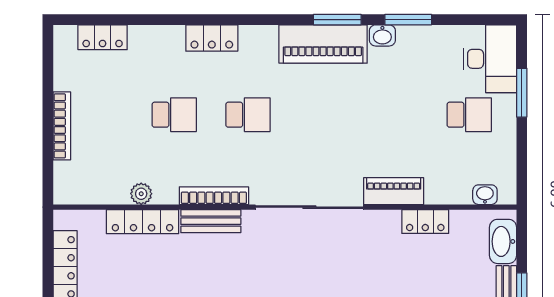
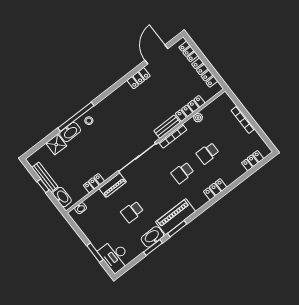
washbasin: (382, 35) -> (152, 237), width x1.91, depth x1.45
school desk: (469, 115) -> (132, 212), moved

